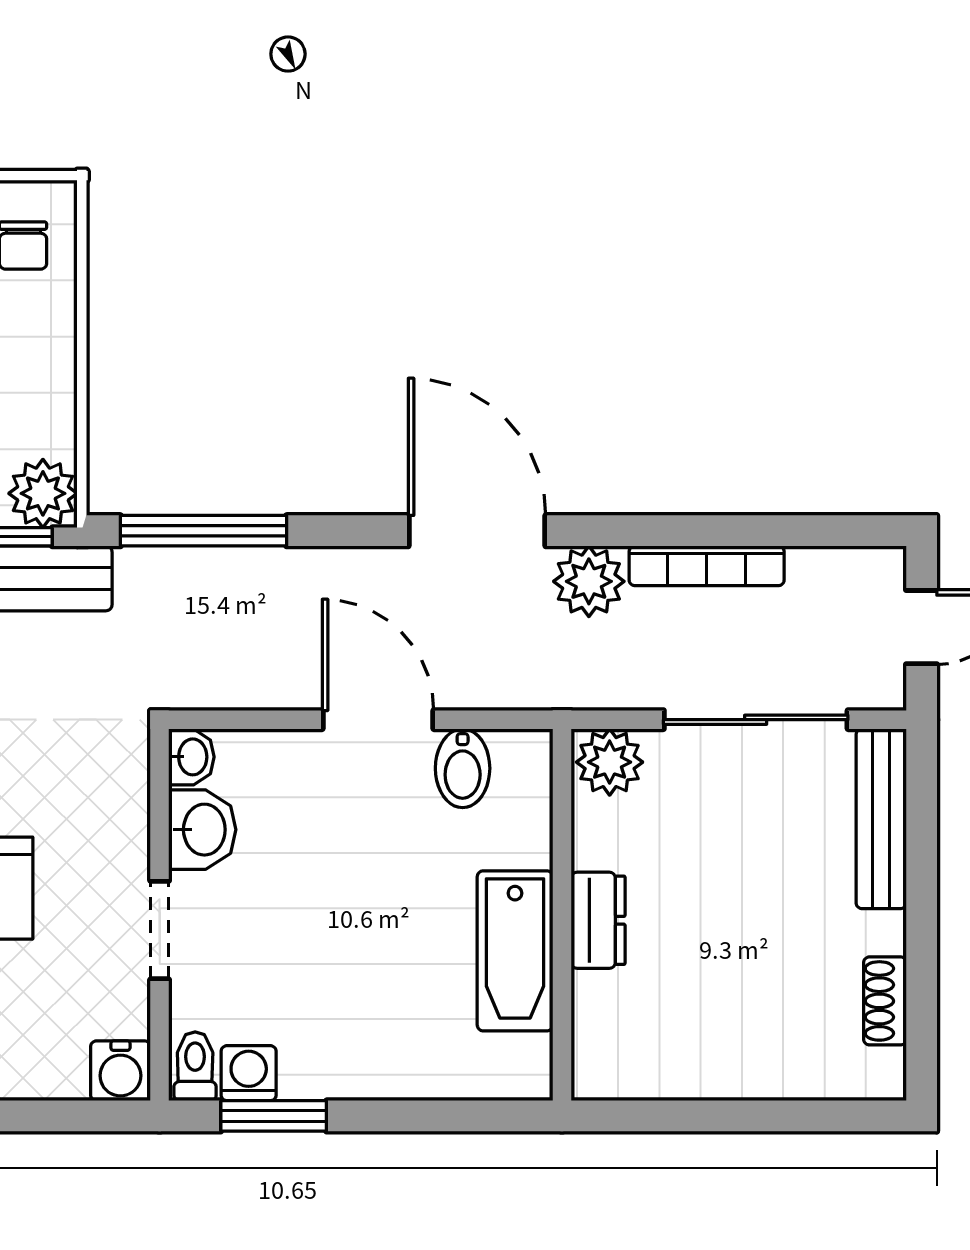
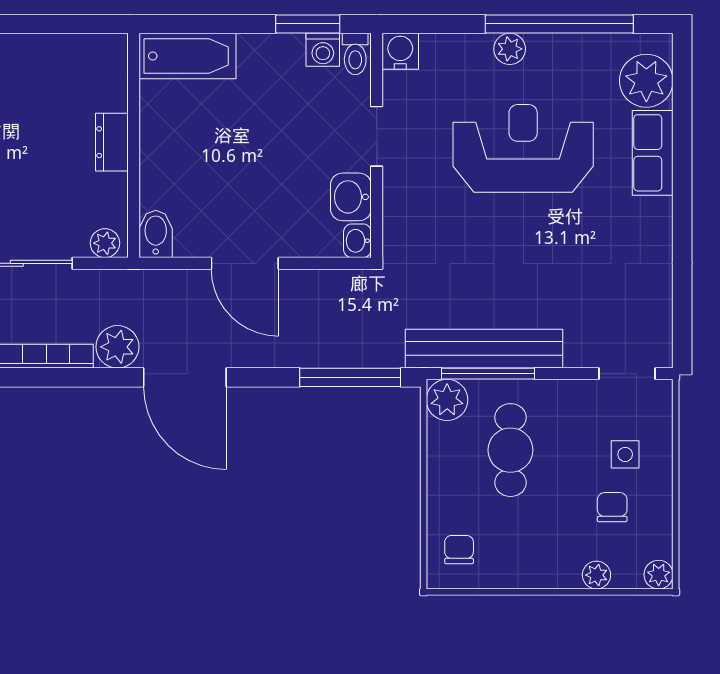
plant: (610, 762) -> (105, 243), width x0.73, depth x0.73
bidet: (463, 768) -> (156, 234), moved
bathtub: (515, 951) -> (188, 56), moved, turned 90

